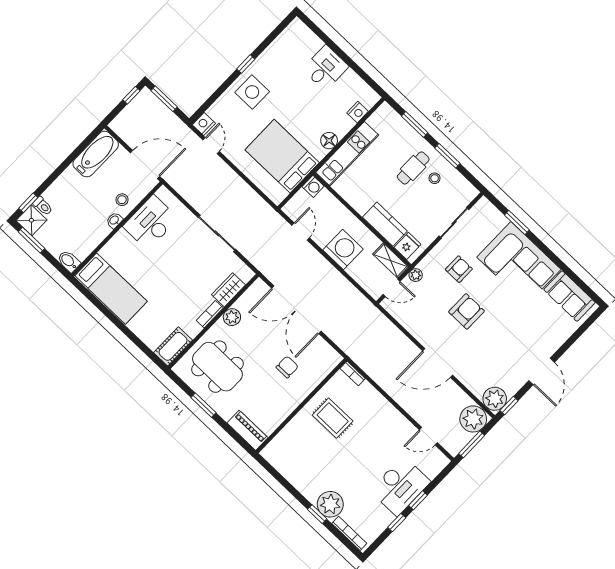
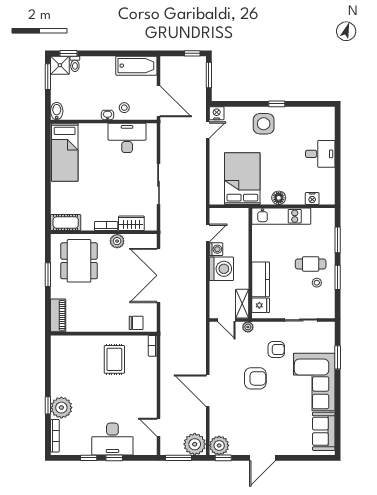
washing machine: (313, 186) -> (216, 249), moved, turned -90
chair: (287, 367) -> (136, 323), moved

